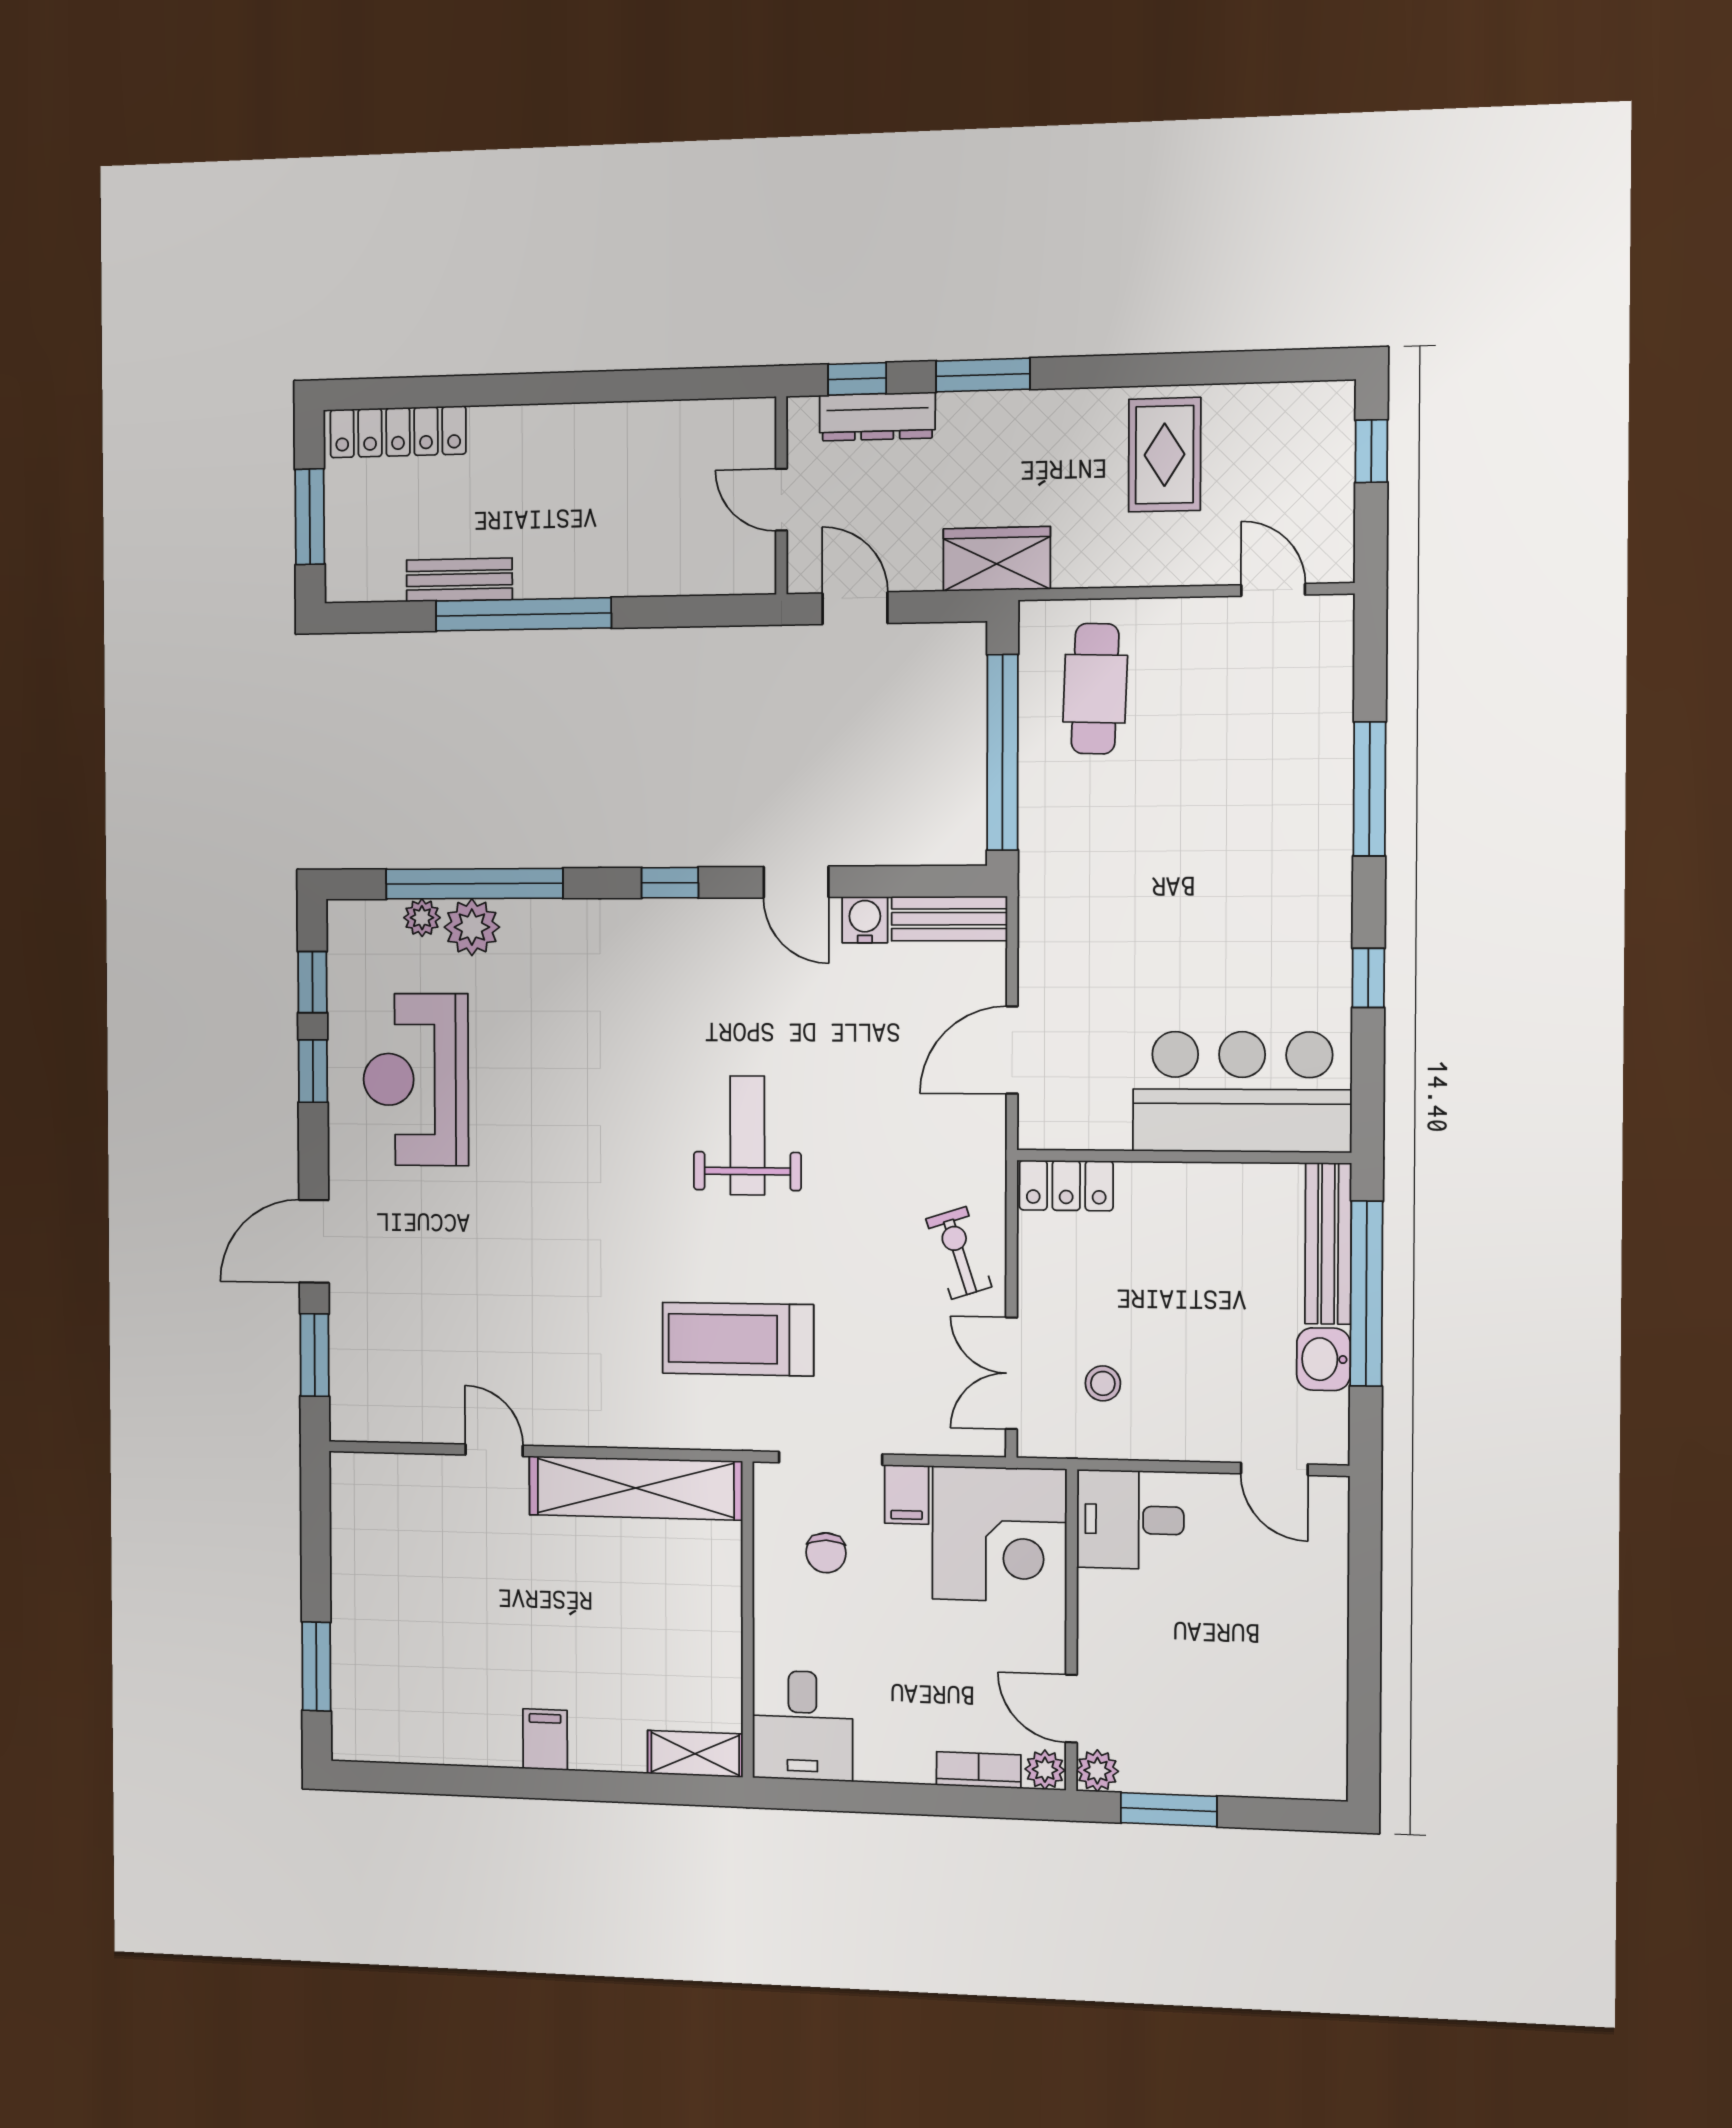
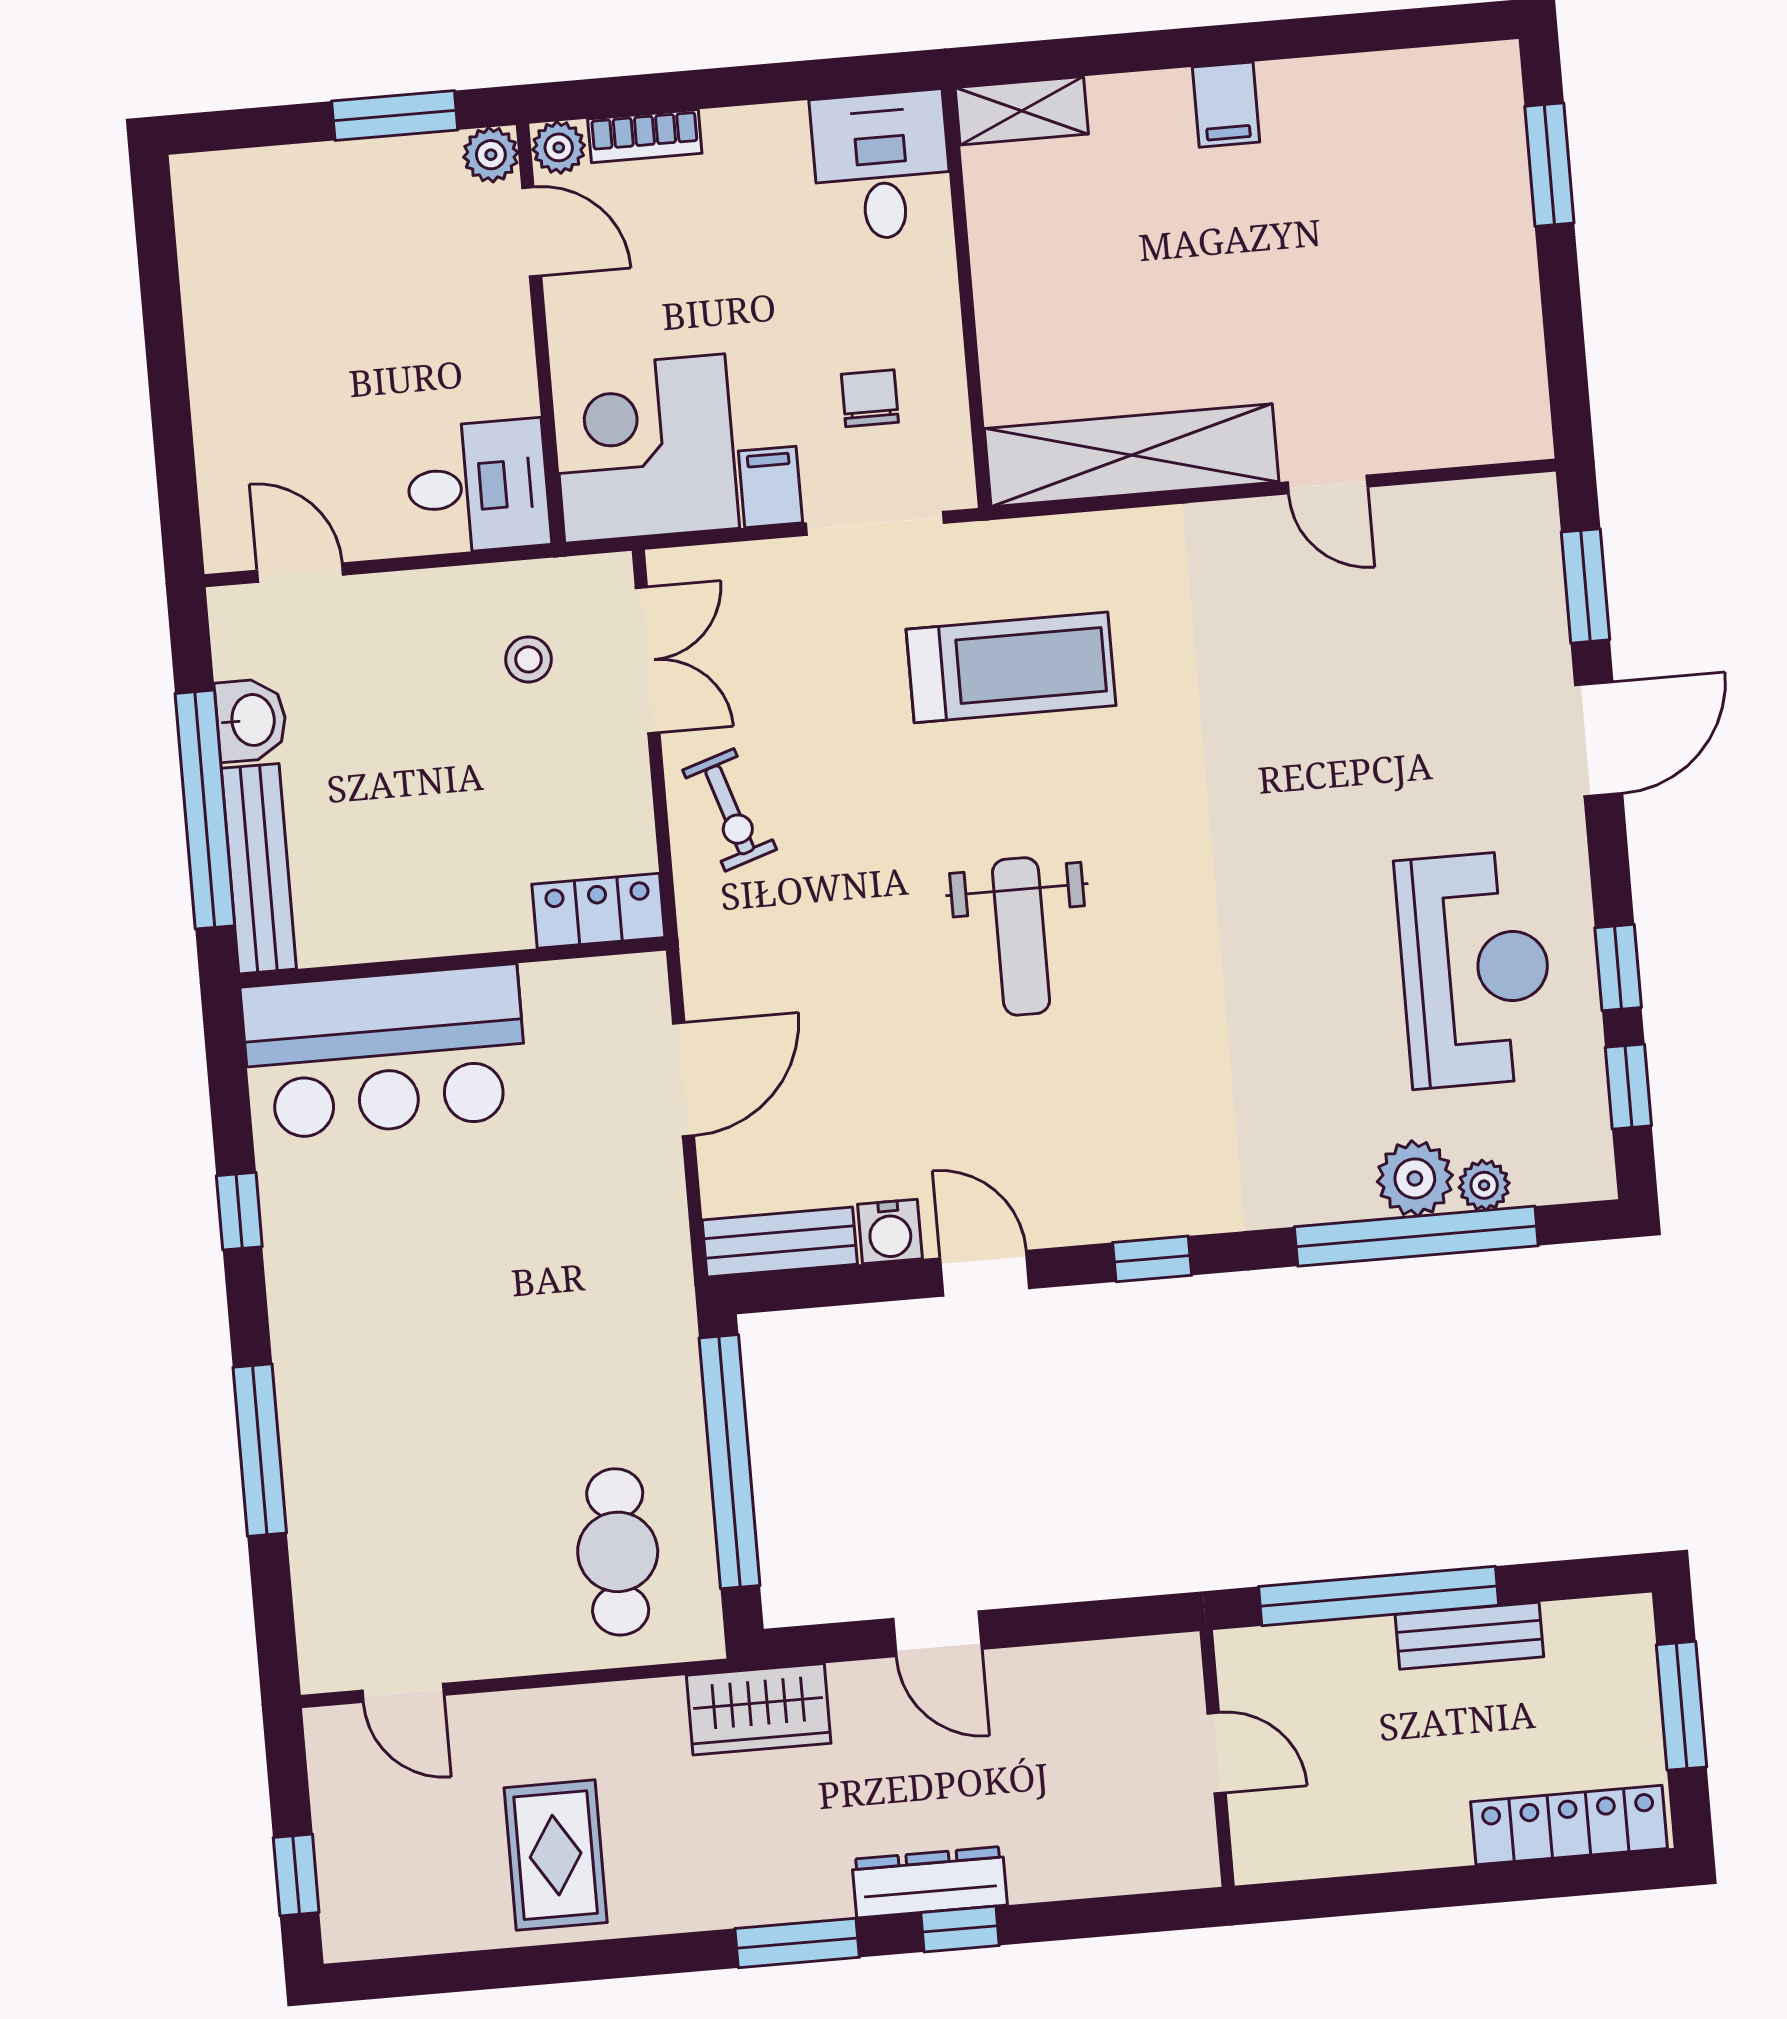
wall: (781, 495) -> (1217, 1758), moved
door: (781, 500) -> (1217, 1753), moved

